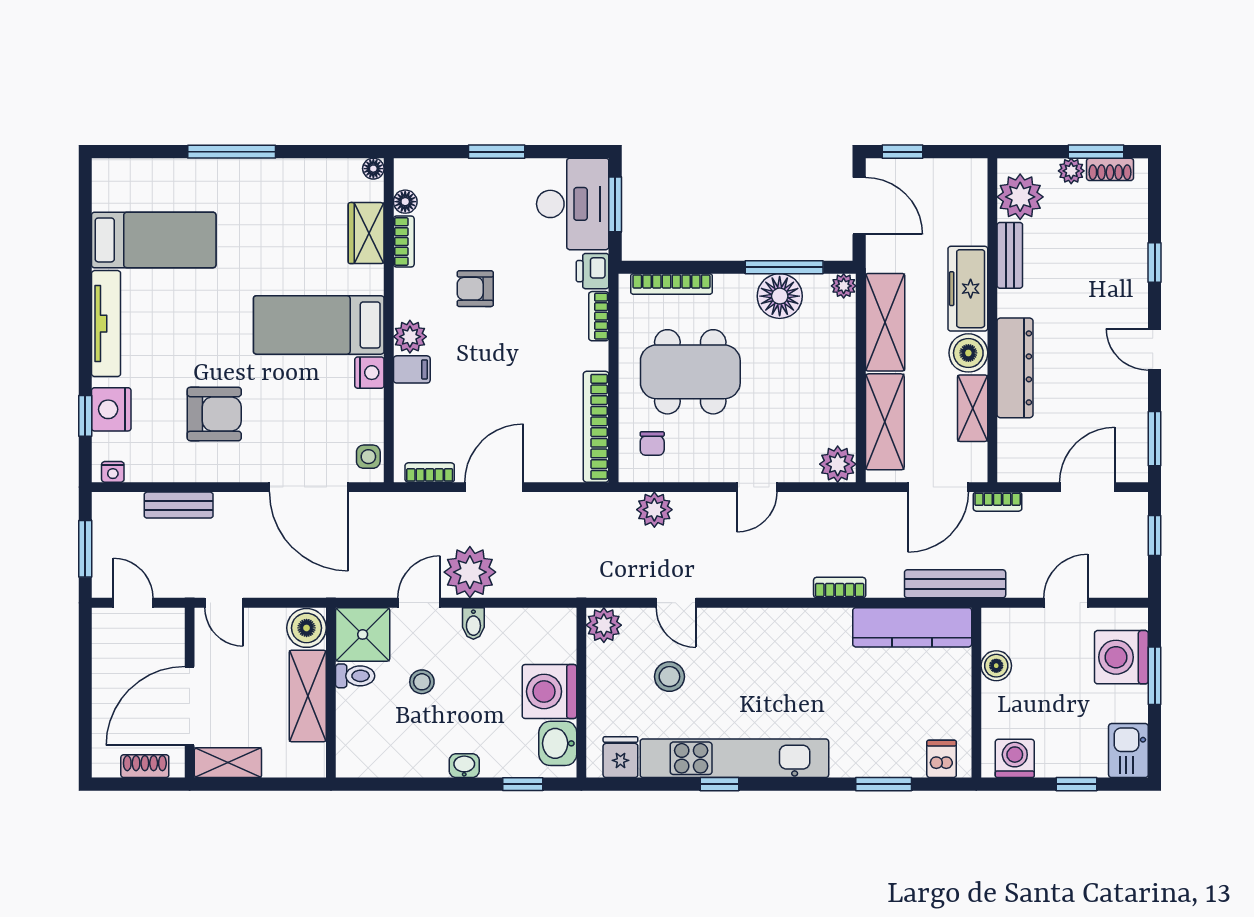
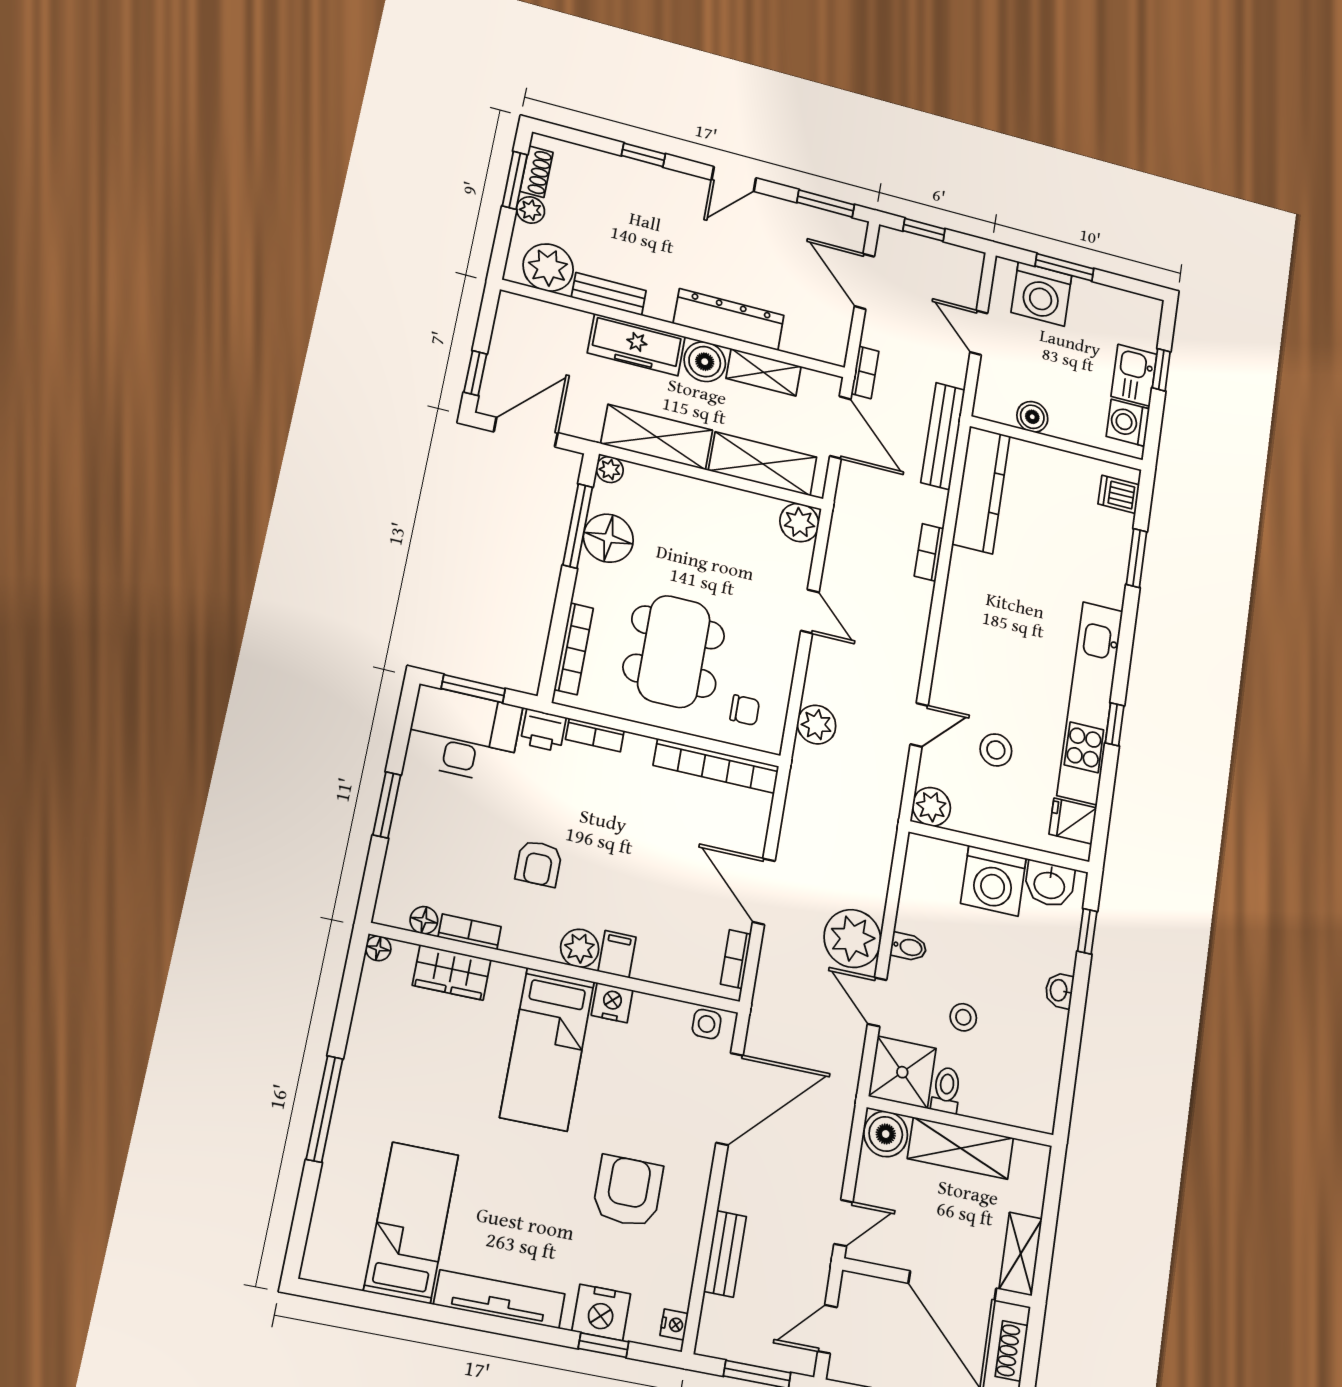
kitchen sink: (1128, 751) -> (1134, 375), moved, turned 90

